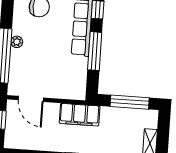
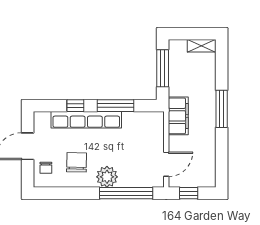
plant: (17, 42) -> (107, 177), width x1.87, depth x1.87

